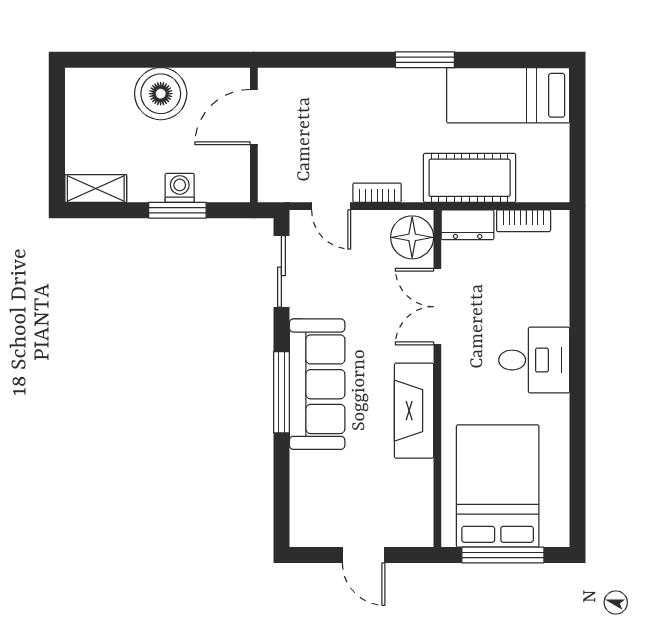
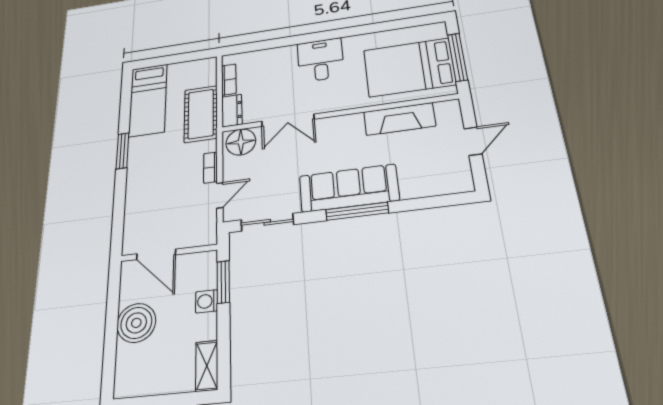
window: (177, 210) -> (223, 282), moved
fireplace: (414, 411) -> (399, 119), moved

